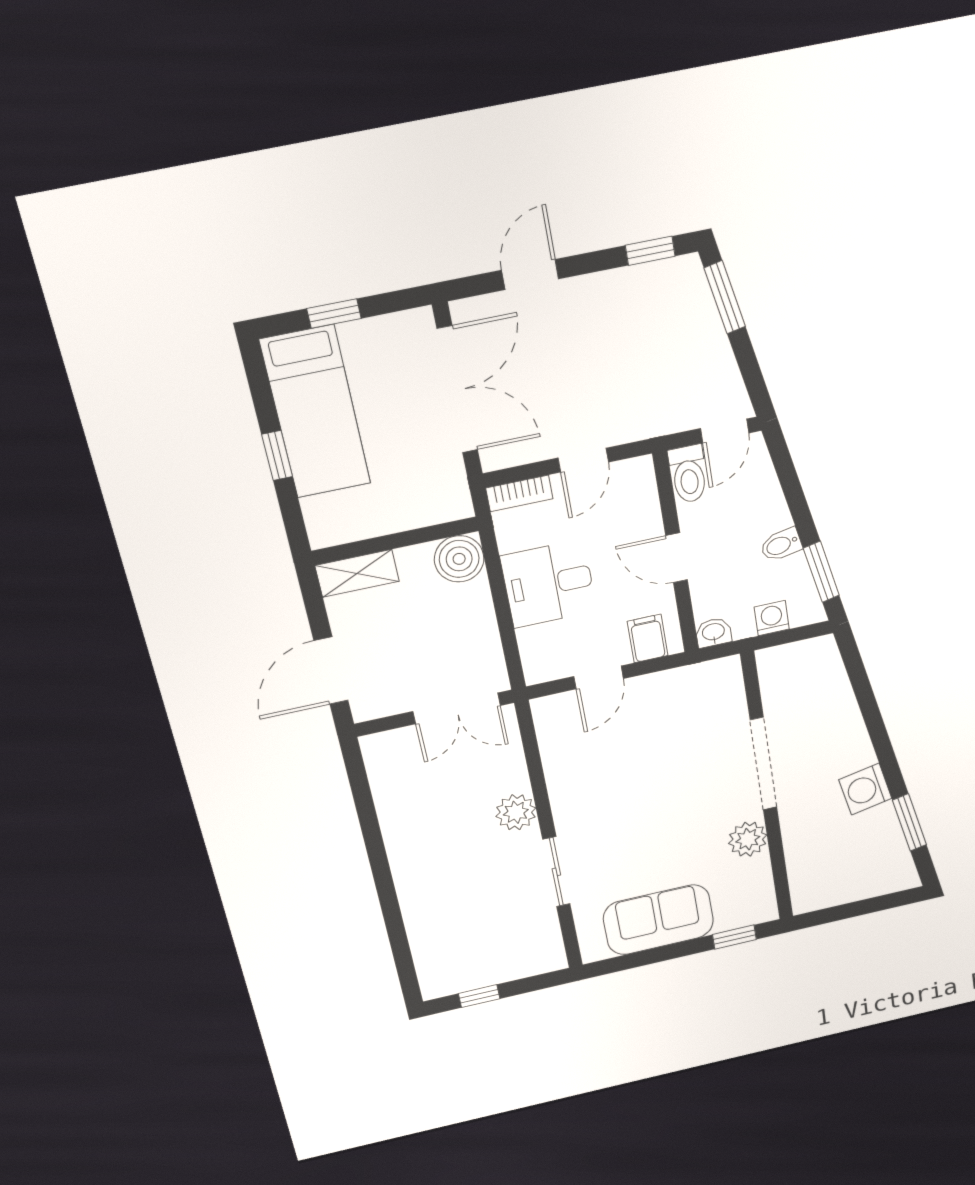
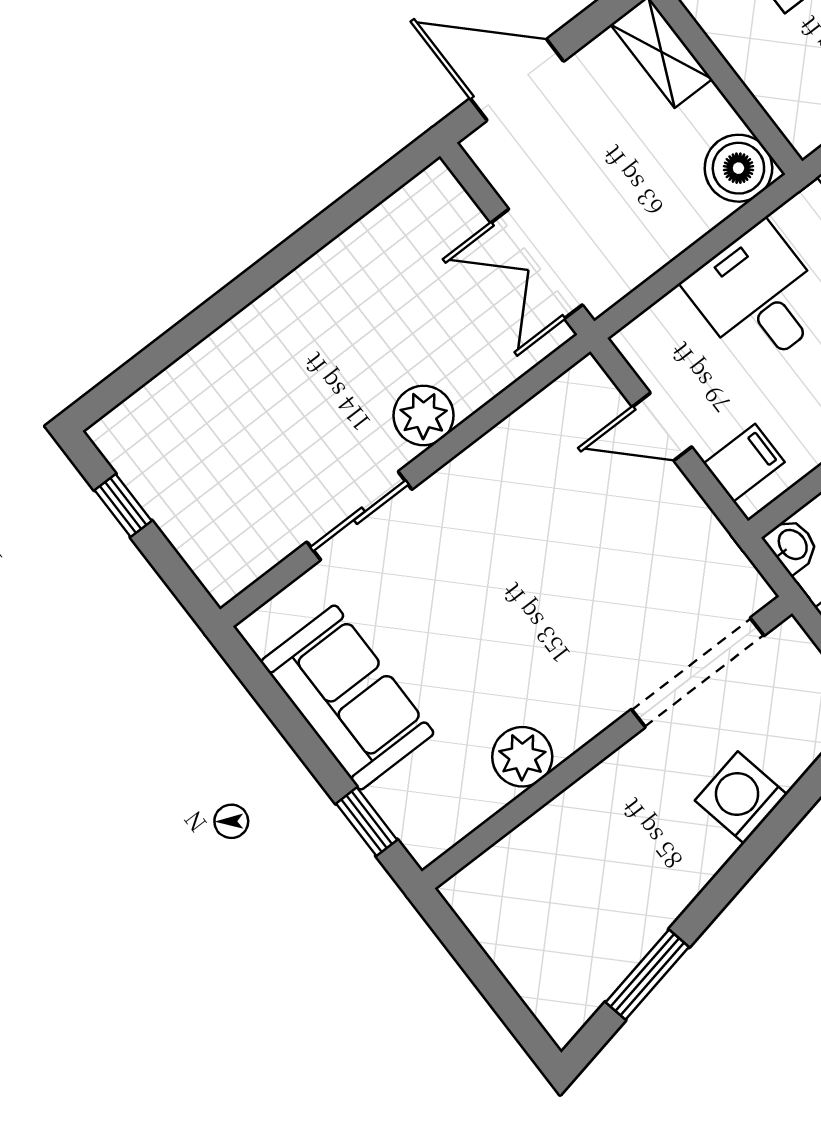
doorway: (763, 764) -> (698, 673), moved
washing machine: (865, 789) -> (741, 797), moved

